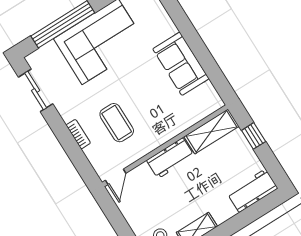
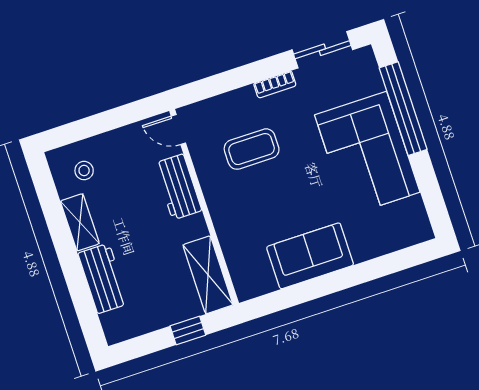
bookcase: (78, 134) -> (275, 84), moved
workbench: (170, 158) -> (178, 187), moved
workbench: (252, 191) -> (103, 278), moved

